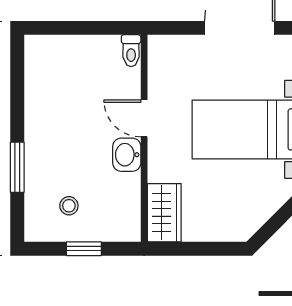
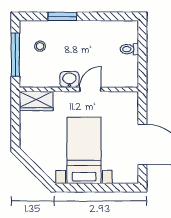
toilet: (131, 51) -> (129, 49), moved
window: (84, 249) -> (15, 55), width x2.17

